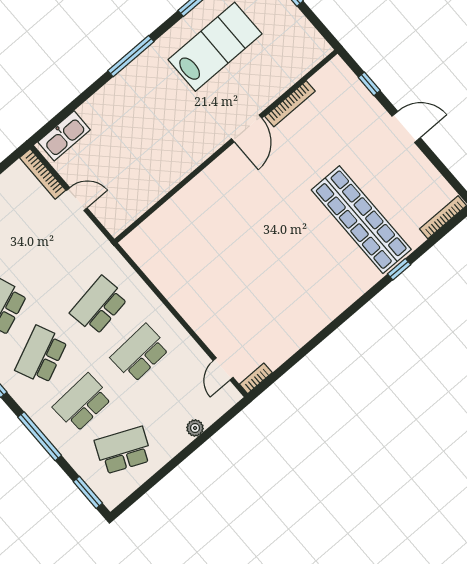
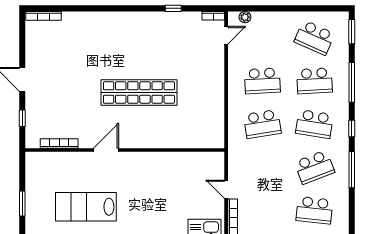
bookcase: (290, 104) -> (59, 143), moved
shop shelf: (361, 220) -> (139, 92), moved, turned 90
window: (399, 269) -> (173, 8), moved
school desk: (41, 355) -> (314, 124), turned 33
plant: (195, 428) -> (245, 17), moved

